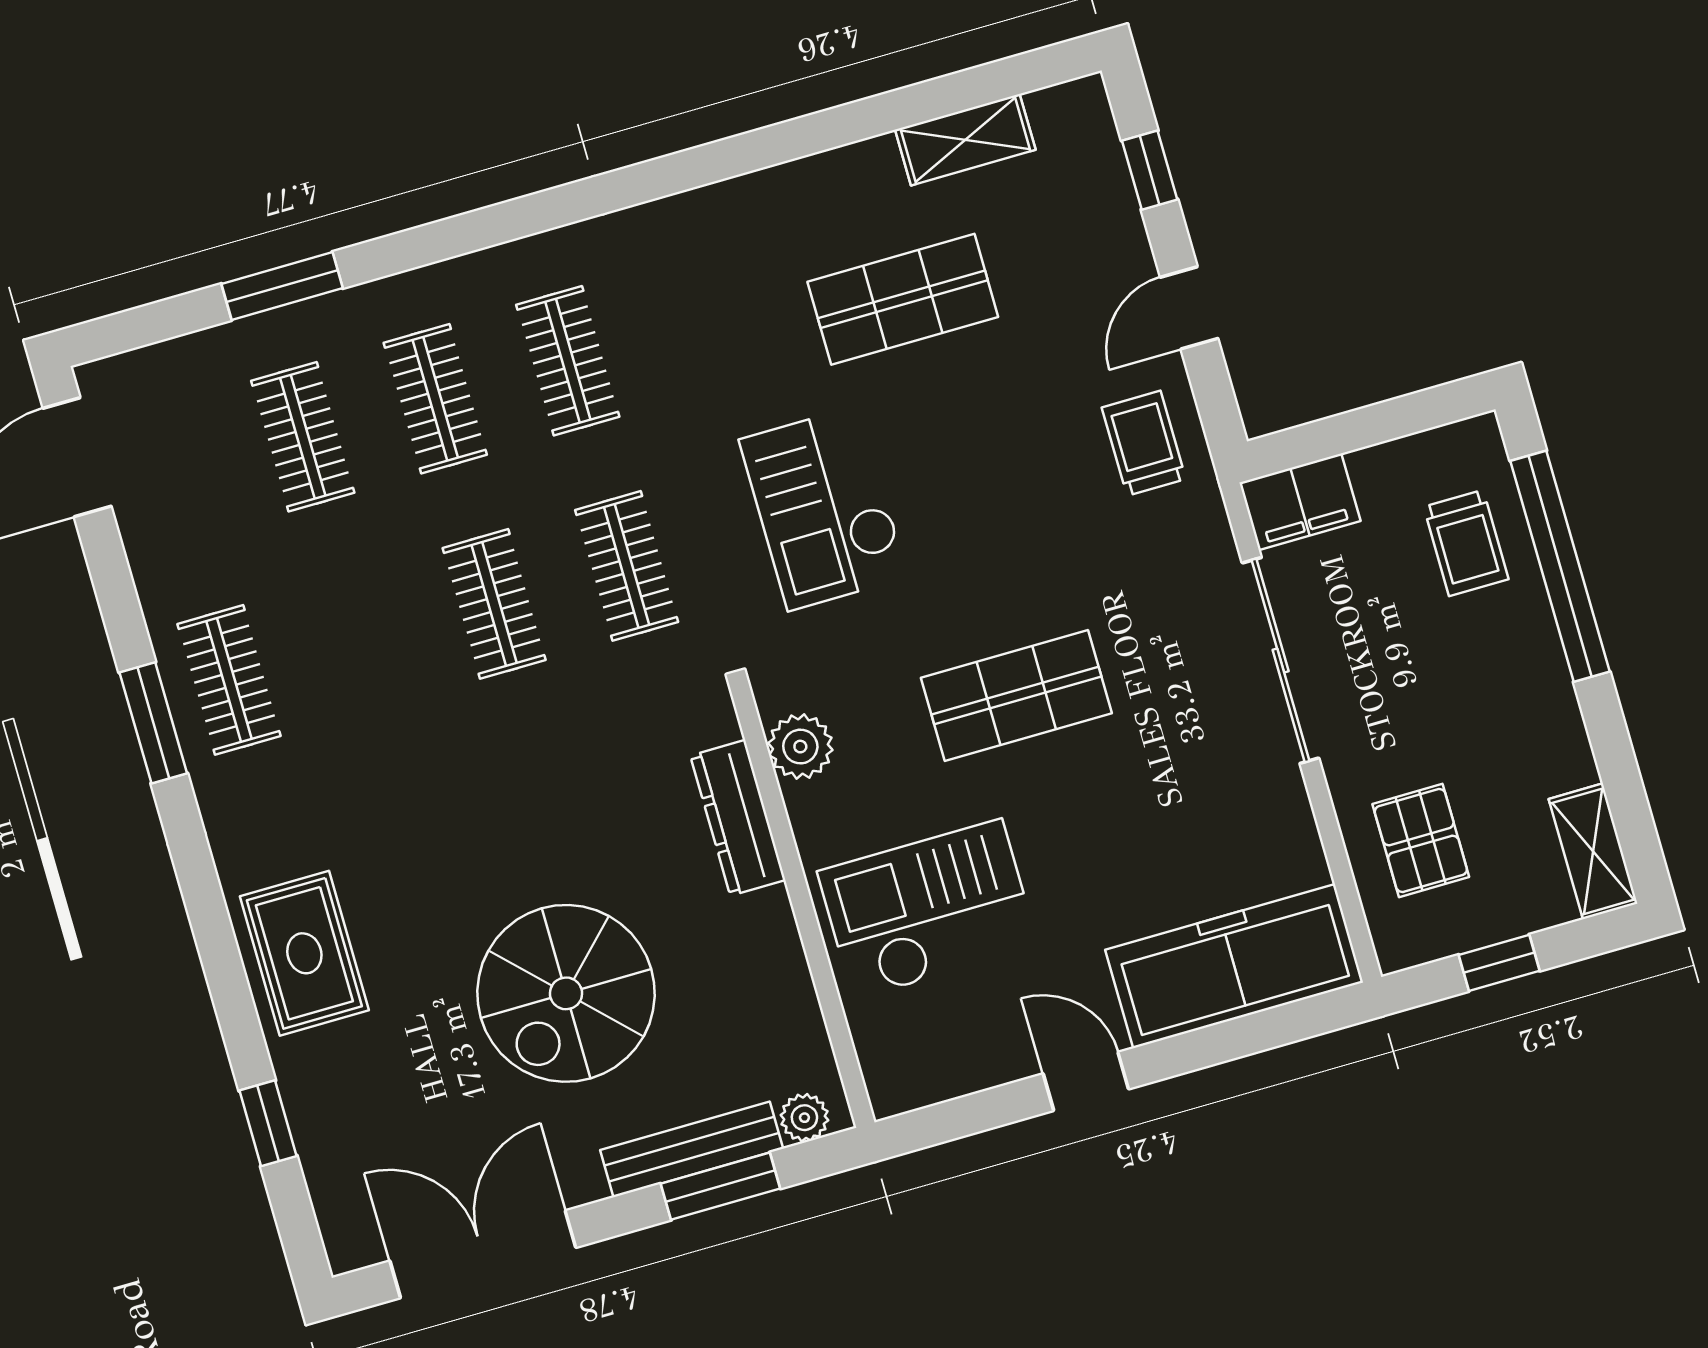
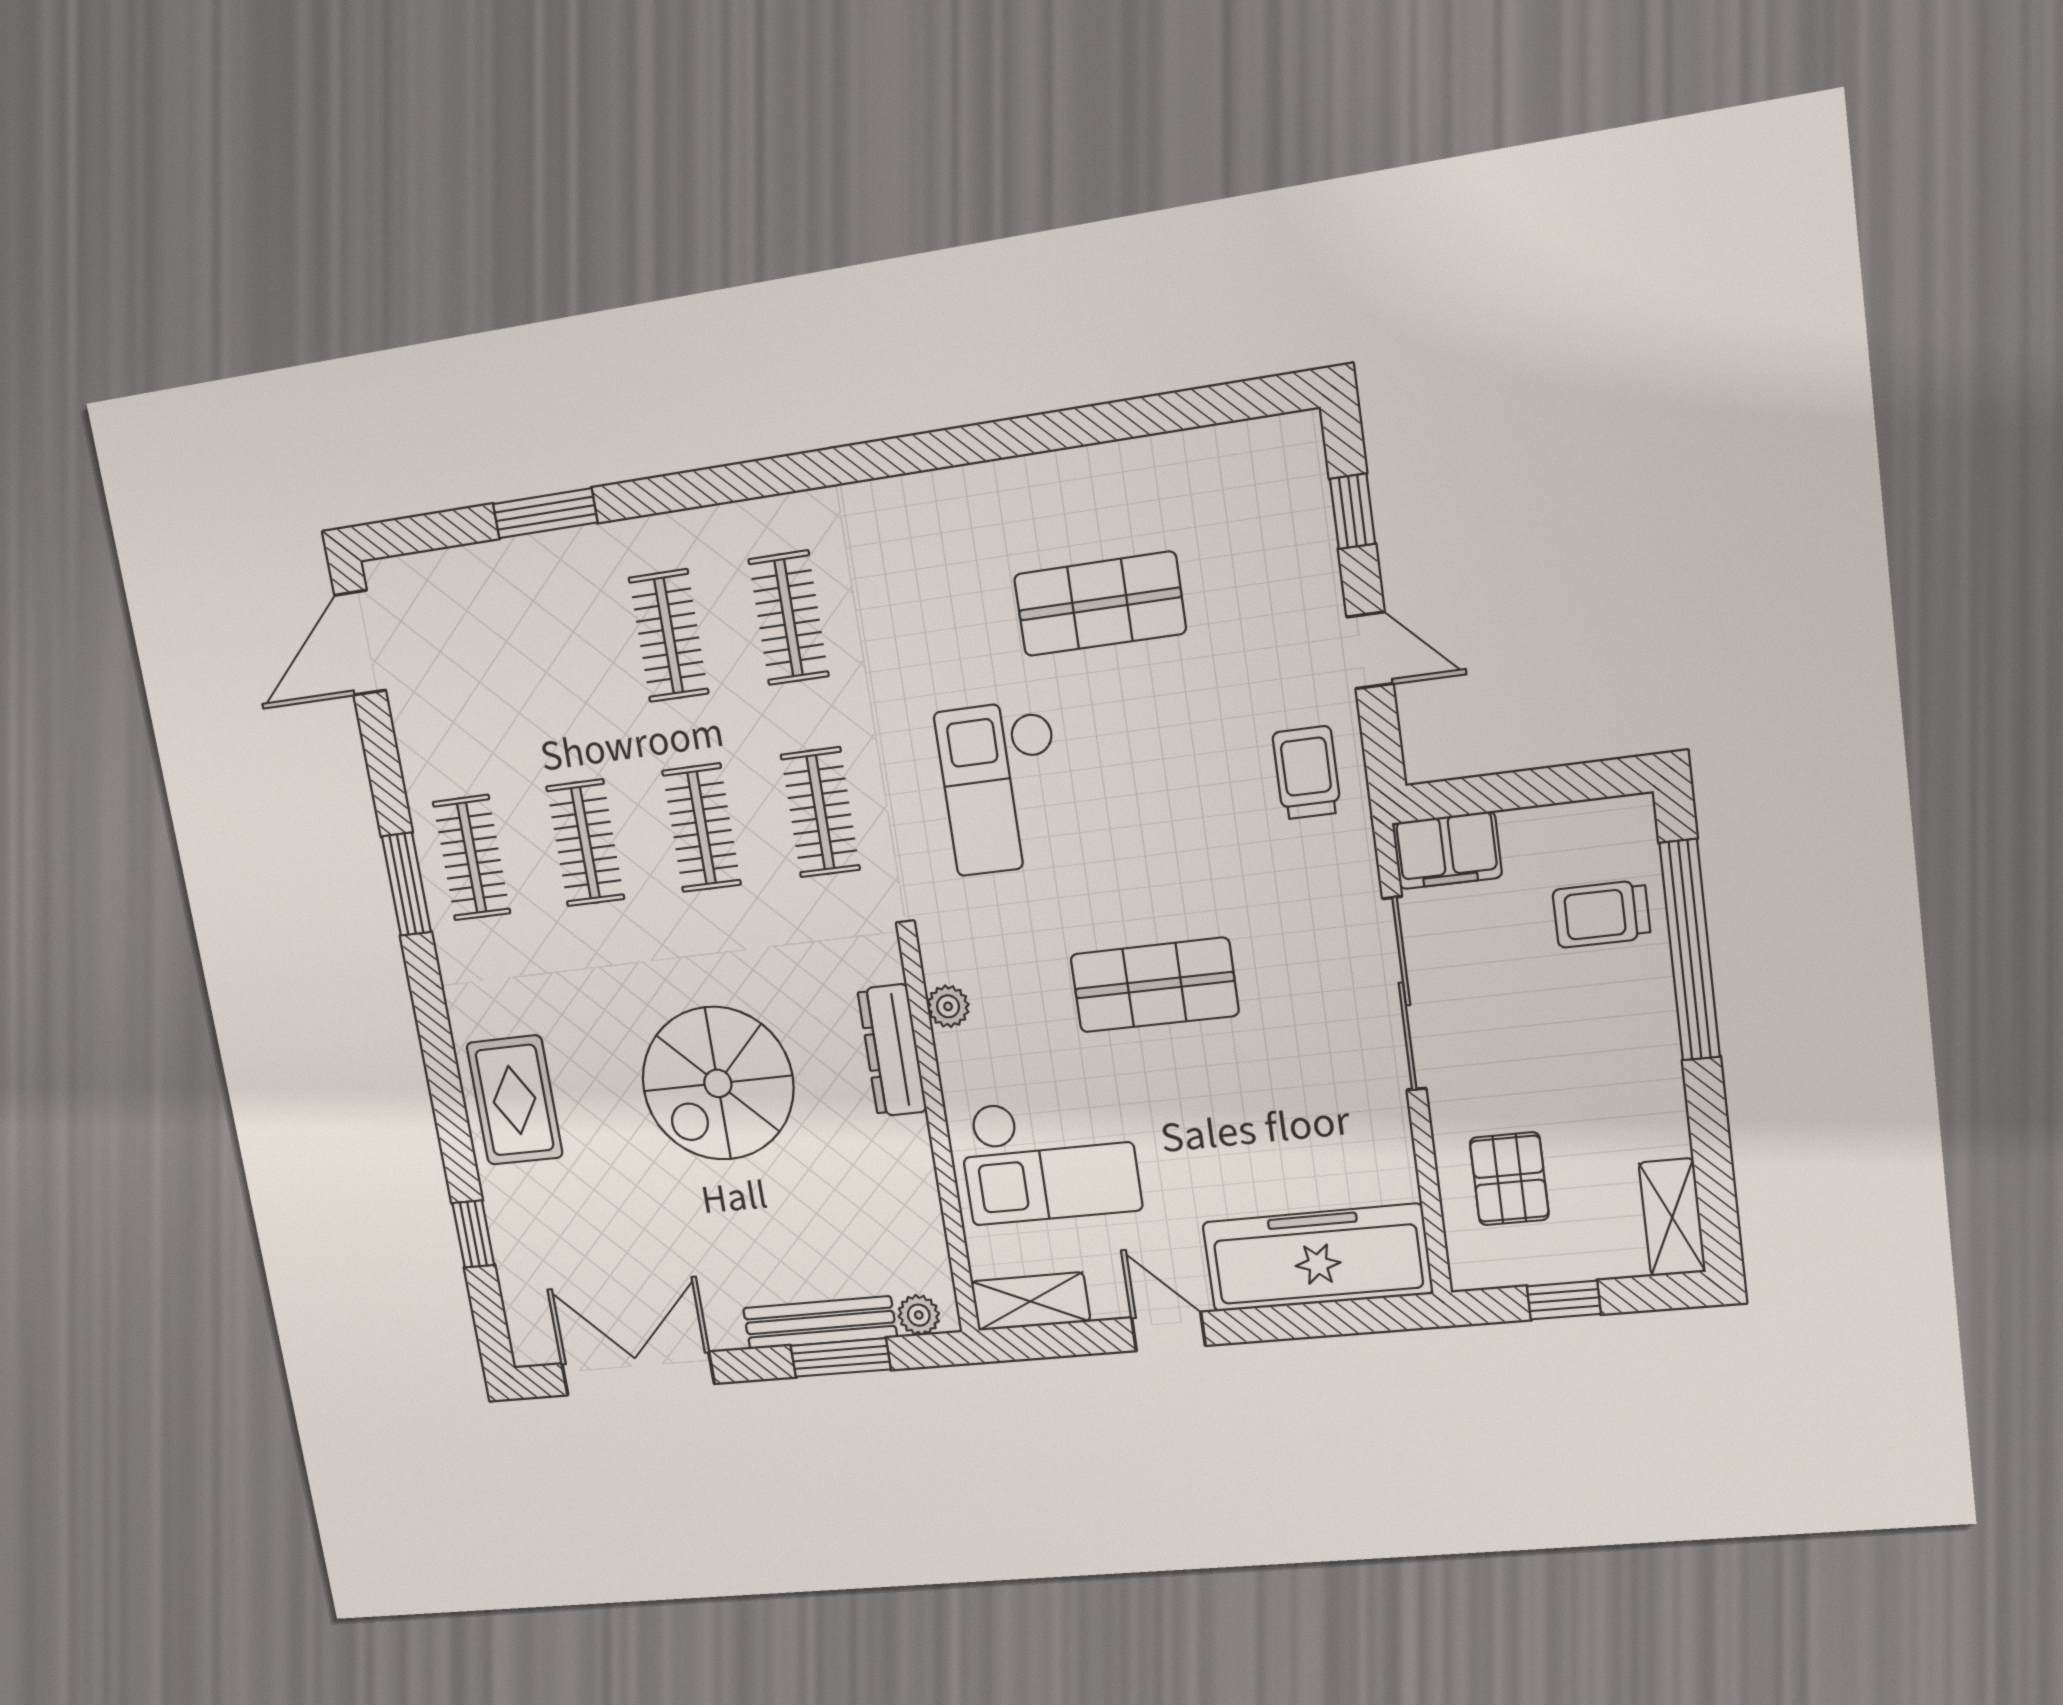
shelving: (965, 140) -> (1030, 1301), moved
door: (1189, 308) -> (1370, 650), swing flipped
clothes rail: (303, 437) -> (585, 843), moved
trolley: (1466, 543) -> (1601, 914), turned 90
plant: (800, 747) -> (948, 1006), width x0.73, depth x0.73
checkout: (928, 910) -> (1049, 1159), turned 180
spiral stairs: (566, 993) -> (718, 1083), moved

